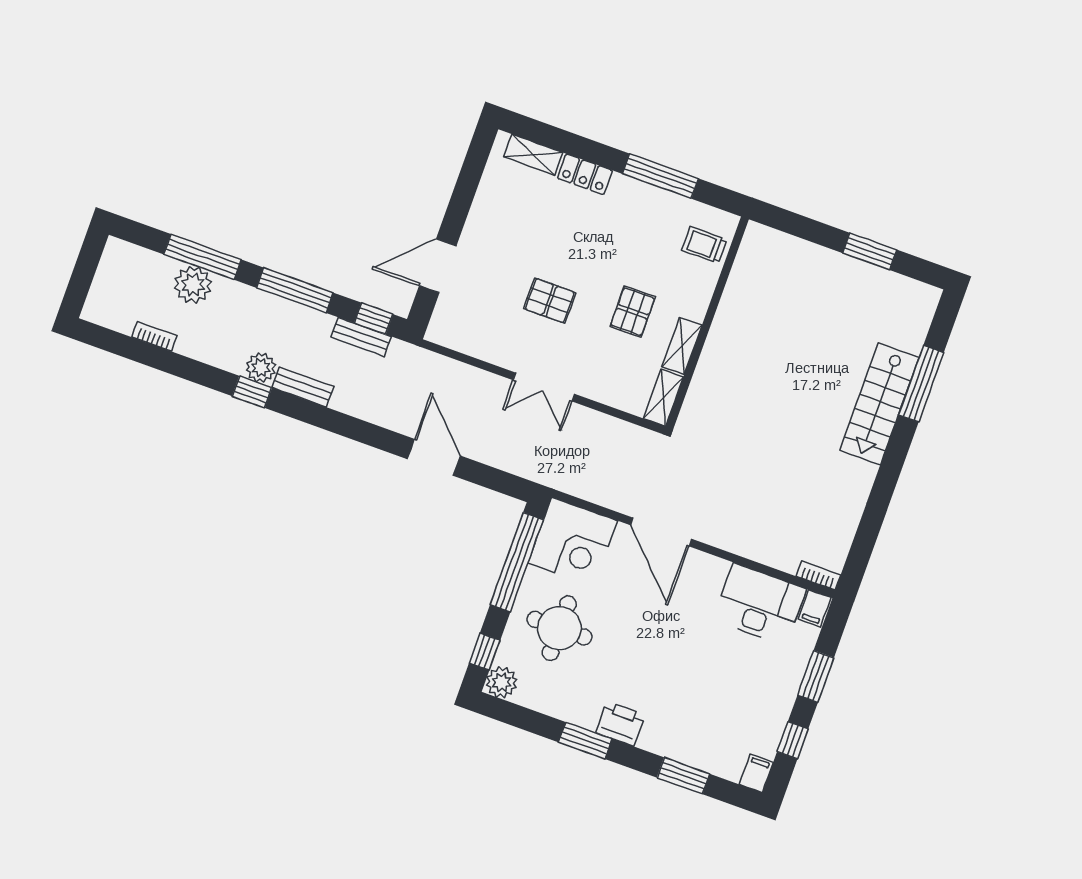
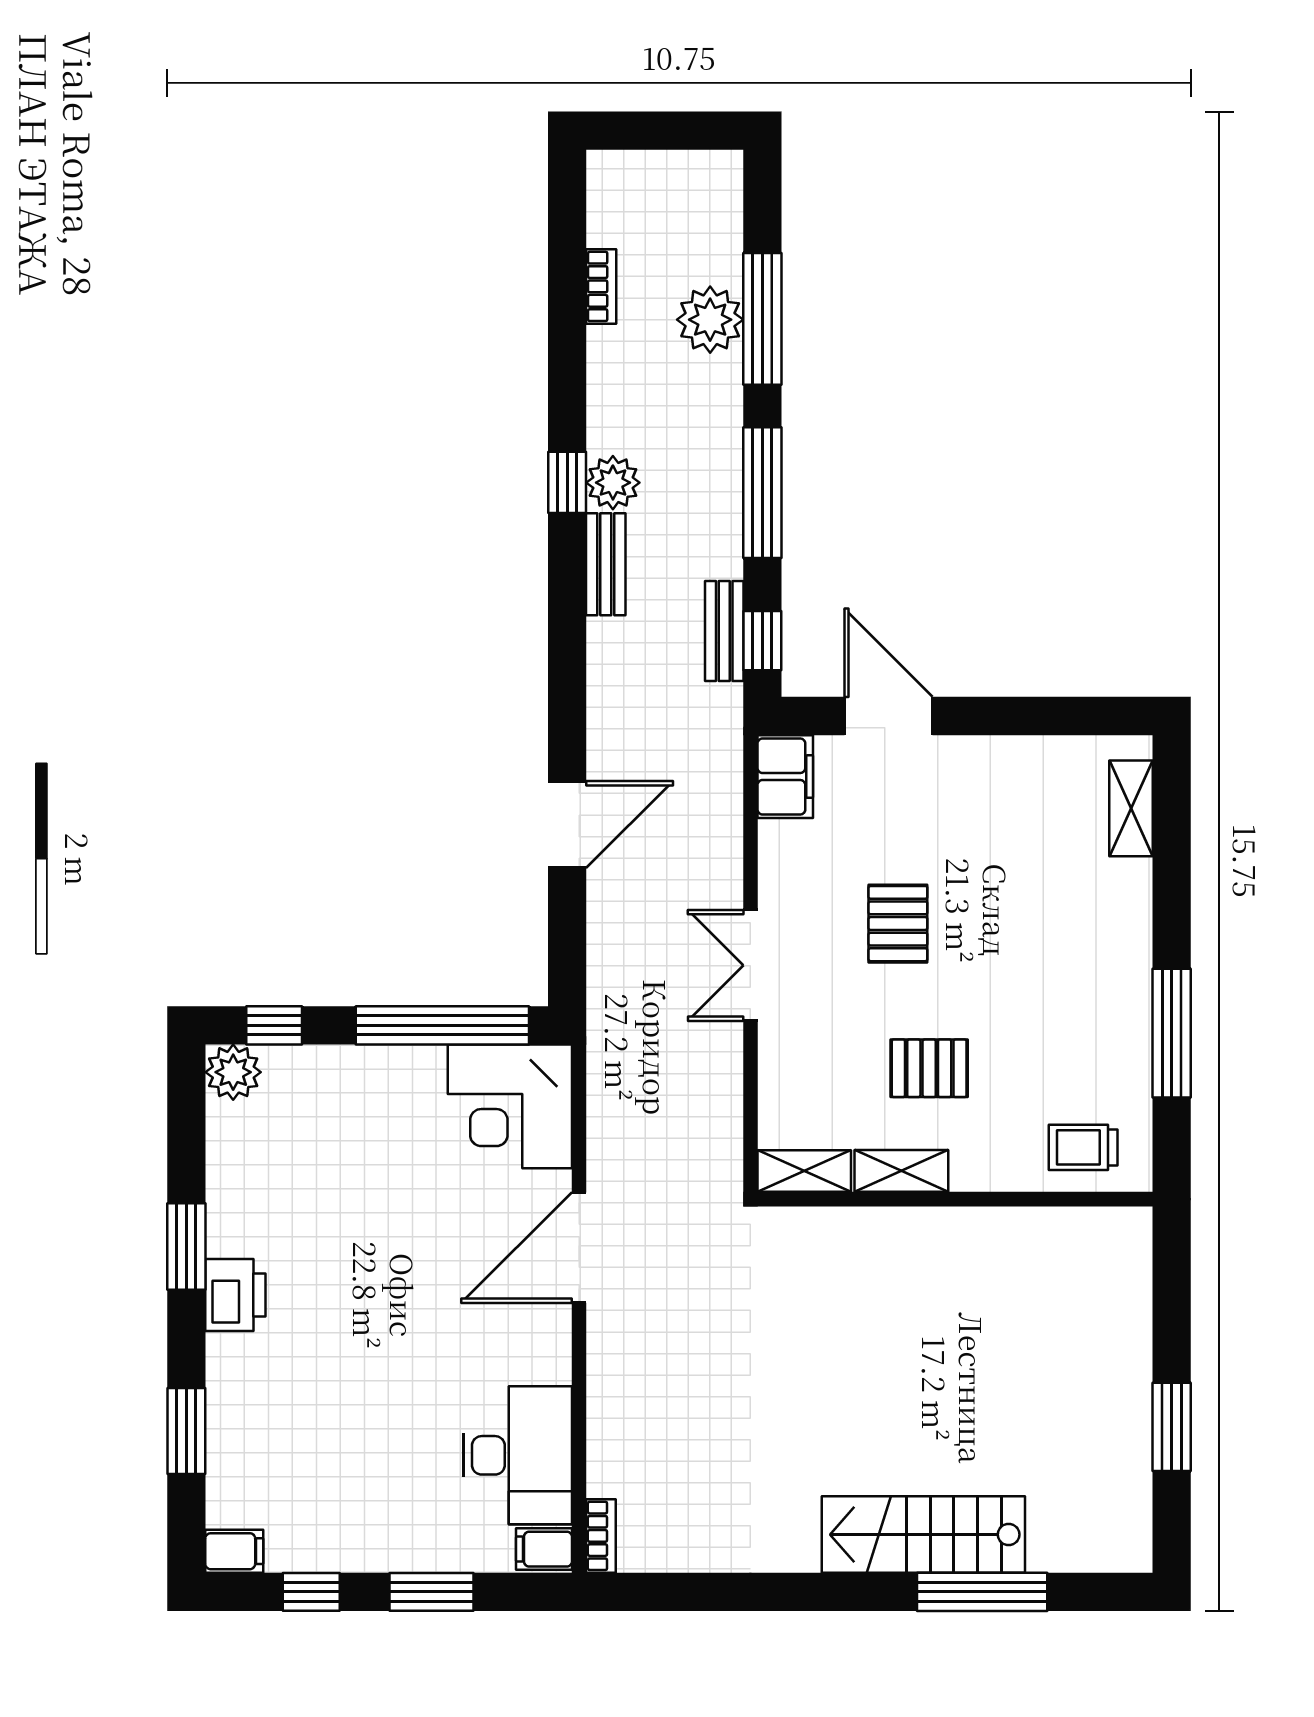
locker: (585, 174) -> (1129, 906), removed
trolley: (704, 245) -> (1083, 1147), turned -90
filing cabinet: (450, 332) -> (785, 777), added
round table: (559, 628) -> (358, 1136), removed

